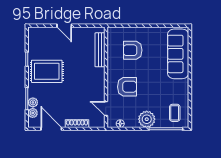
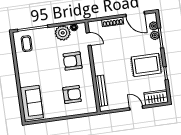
wardrobe: (41, 34) -> (156, 98), added
sofa: (178, 54) -> (32, 103), width x0.73
plant: (147, 119) -> (63, 33), moved

